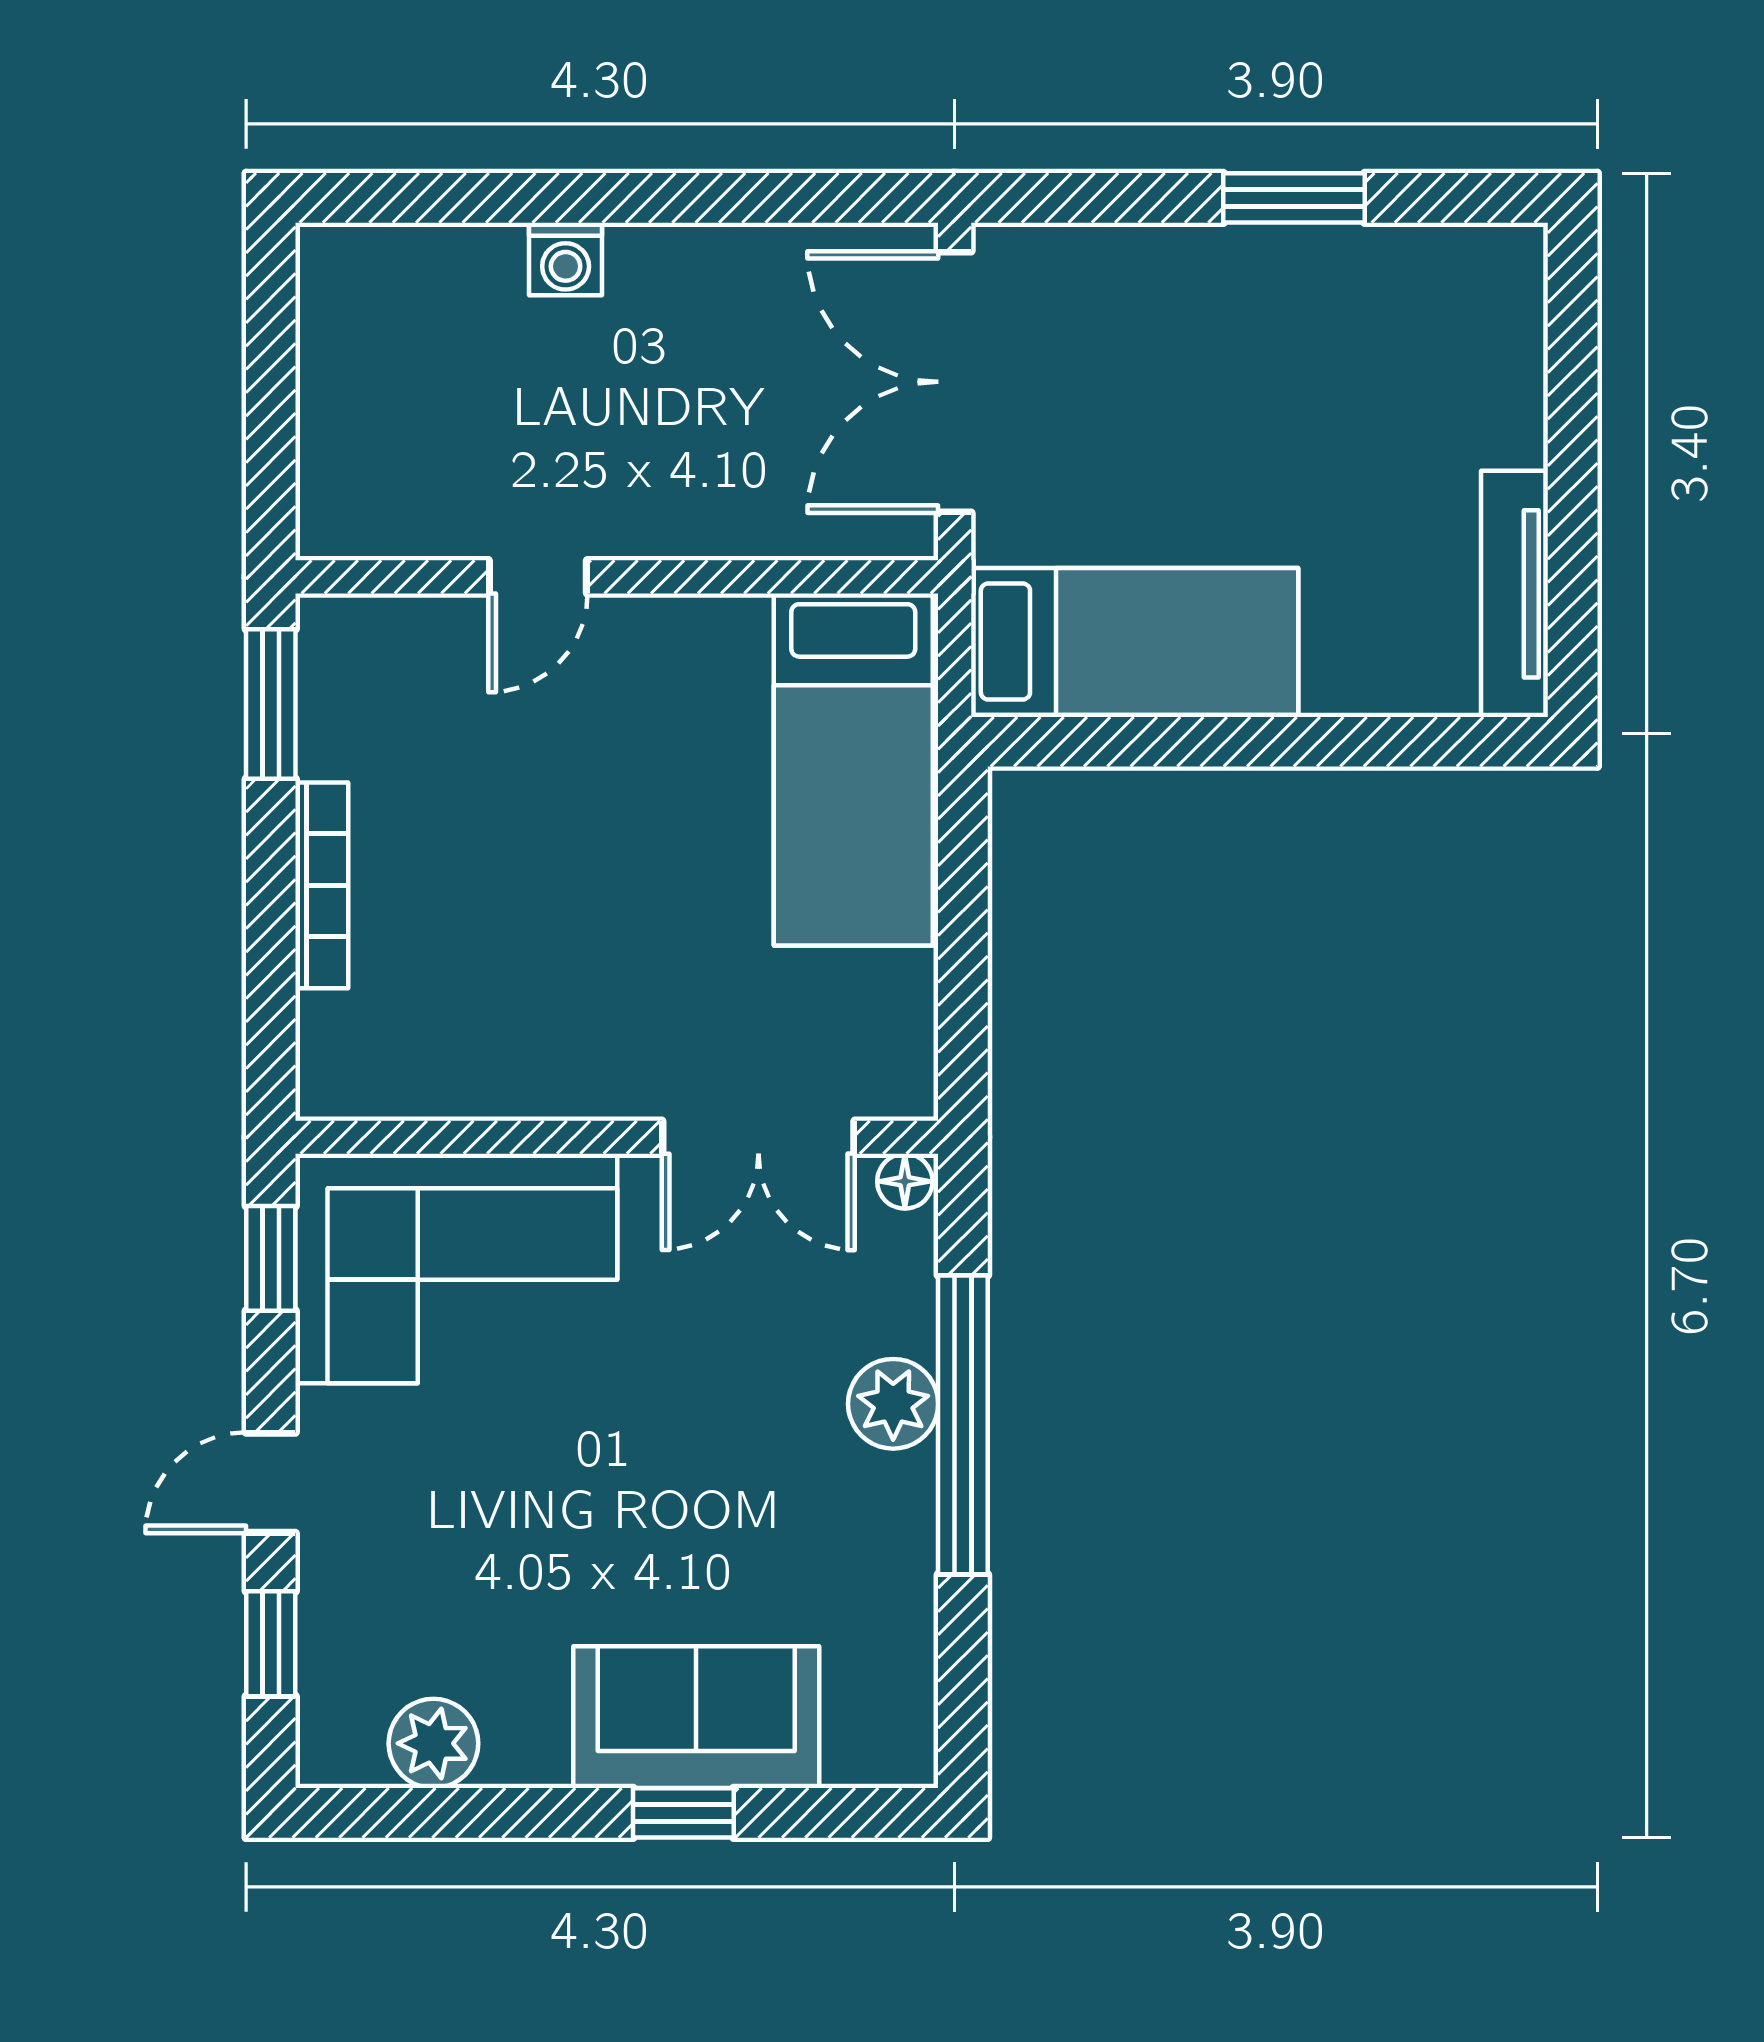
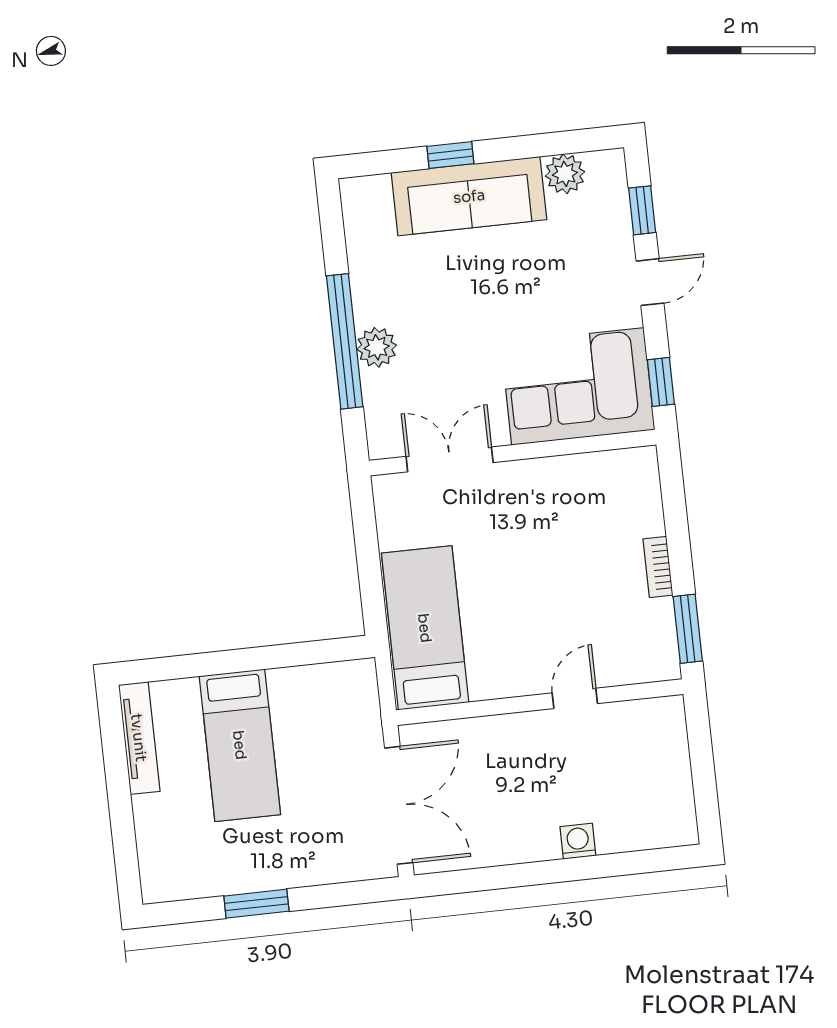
bed: (1135, 641) -> (240, 745), moved, turned -90
bookcase: (322, 885) -> (658, 567), width x0.64
floor lamp: (905, 1181) -> (382, 447), removed
sofa: (696, 1717) -> (469, 196), width x1.36

